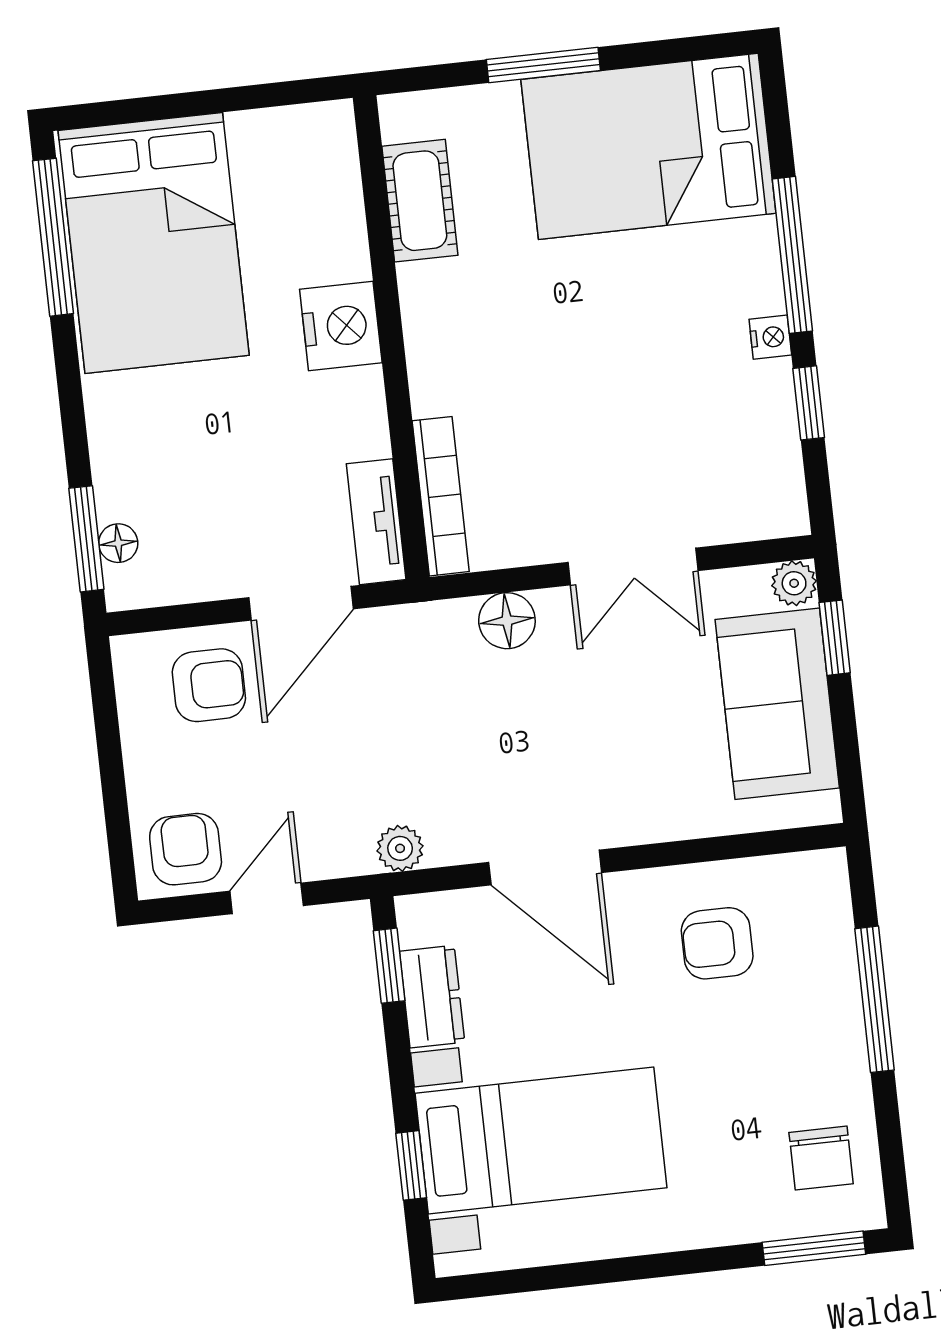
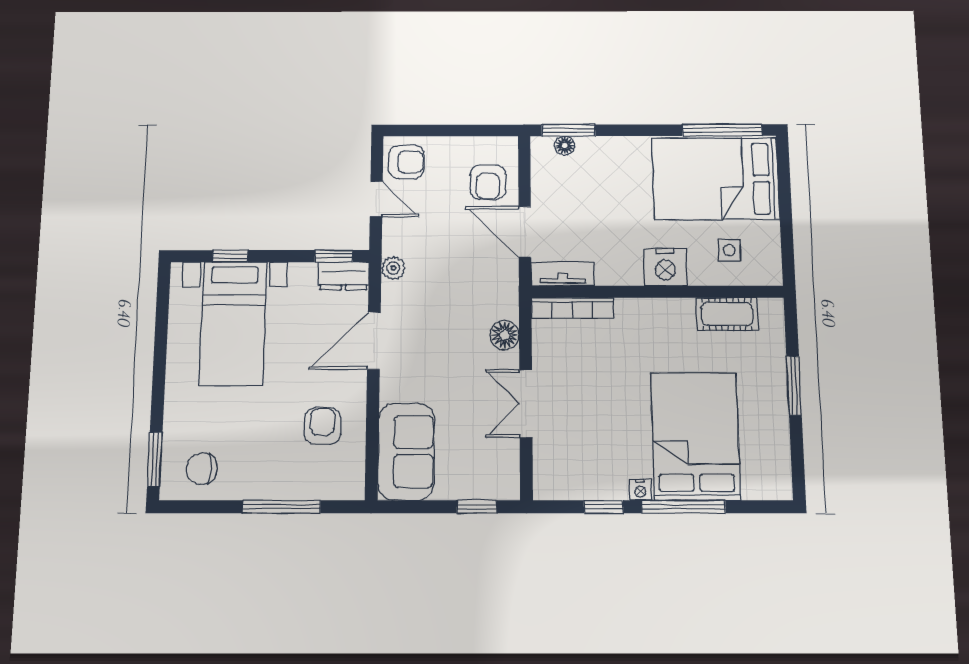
bed: (648, 146) -> (695, 436), moved
side table: (294, 206) -> (729, 250), added
plant: (794, 583) -> (508, 488), removed
sofa: (777, 704) -> (406, 451), moved, turned 90
dresser: (432, 997) -> (344, 276), moved

